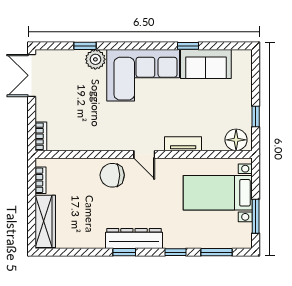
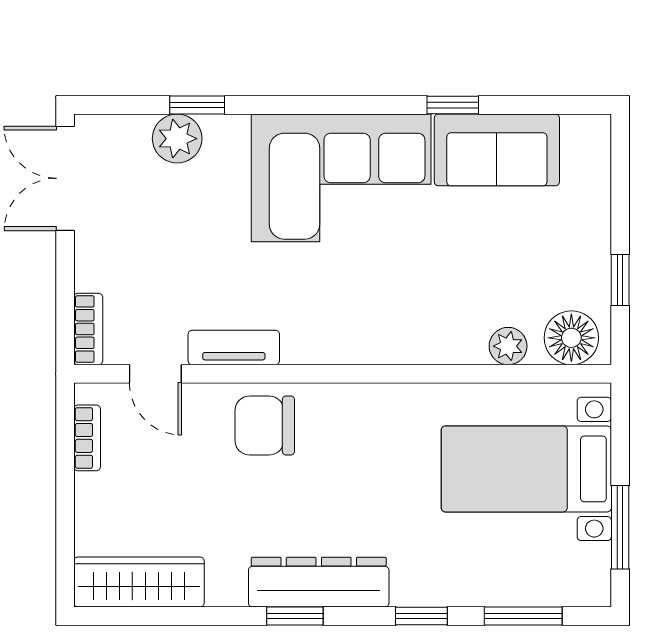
plant: (95, 59) -> (177, 139), moved
plant: (210, 143) -> (508, 346), added
tv unit: (183, 144) -> (234, 347), moved
door: (144, 154) -> (155, 374), moved
wardrobe: (45, 221) -> (139, 582), moved, turned -90

